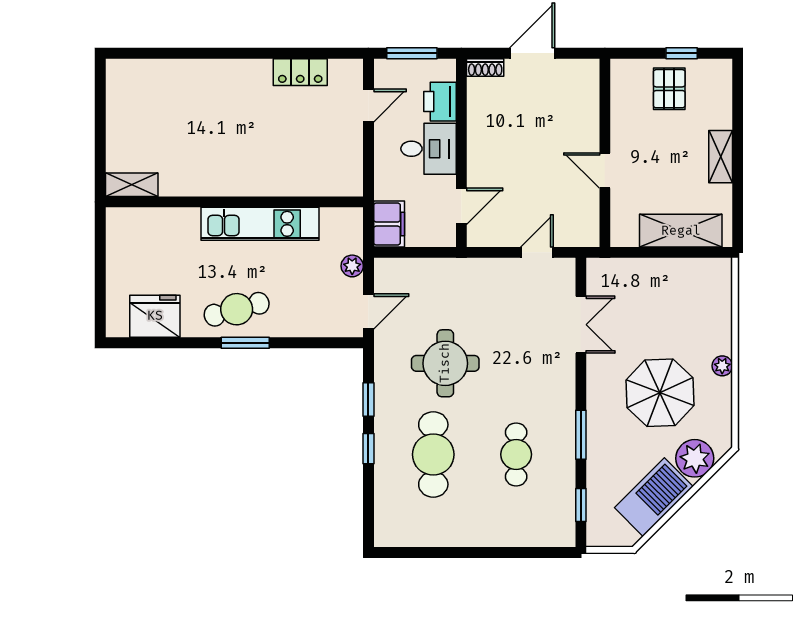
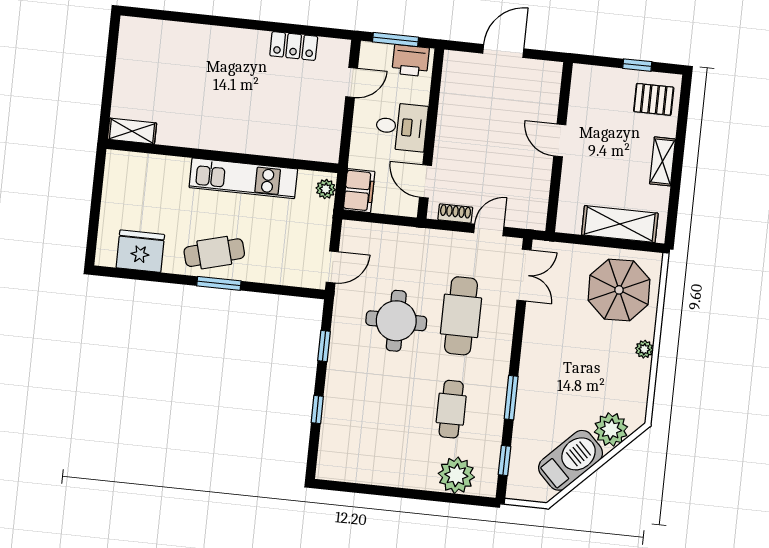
shoe rack: (485, 67) -> (455, 213), moved, turned 180
pallet: (669, 89) -> (654, 99), moved, turned 90
printer: (440, 102) -> (411, 61), moved, turned -90
door: (605, 171) -> (560, 140), moved
door: (461, 206) -> (425, 181), swing flipped
plant: (352, 266) -> (326, 189), moved
double door: (581, 325) -> (524, 275), moved
parasol: (660, 393) -> (619, 290), moved
window: (368, 449) -> (317, 410), moved
cafe table: (433, 454) -> (461, 316), moved
plant: (529, 527) -> (456, 475), added

